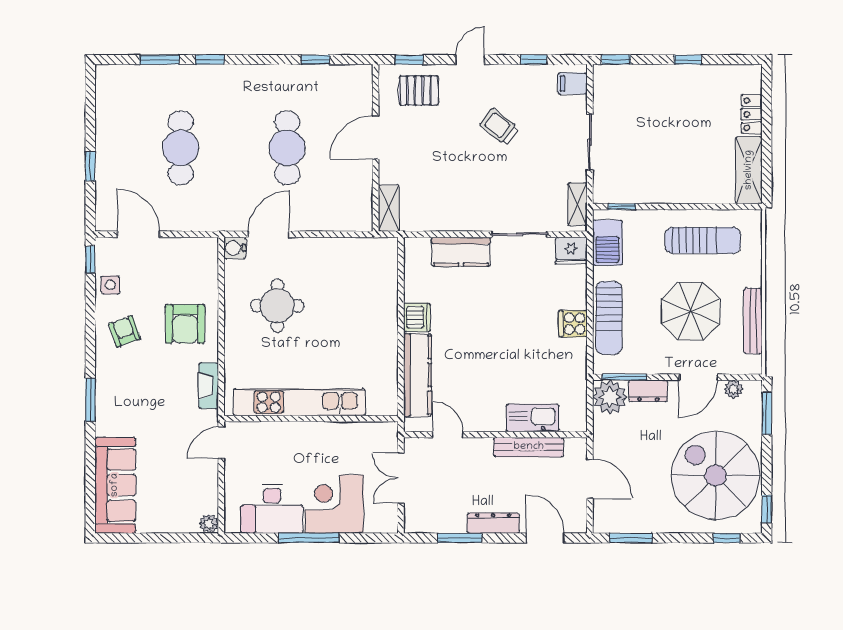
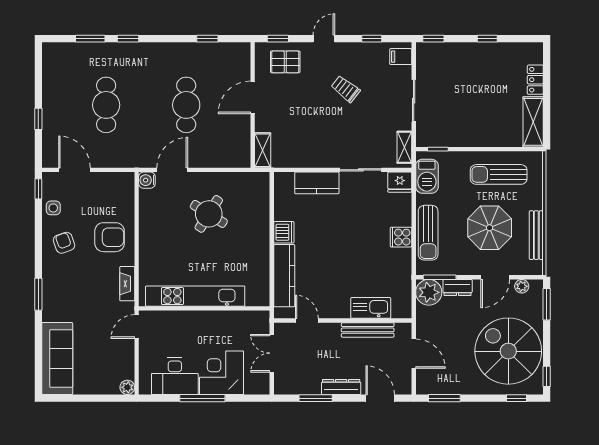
sun lounger: (703, 240) -> (499, 174), turned 180
round table: (277, 306) -> (209, 214), moved, turned 32
armchair: (185, 324) -> (110, 237), turned -90

